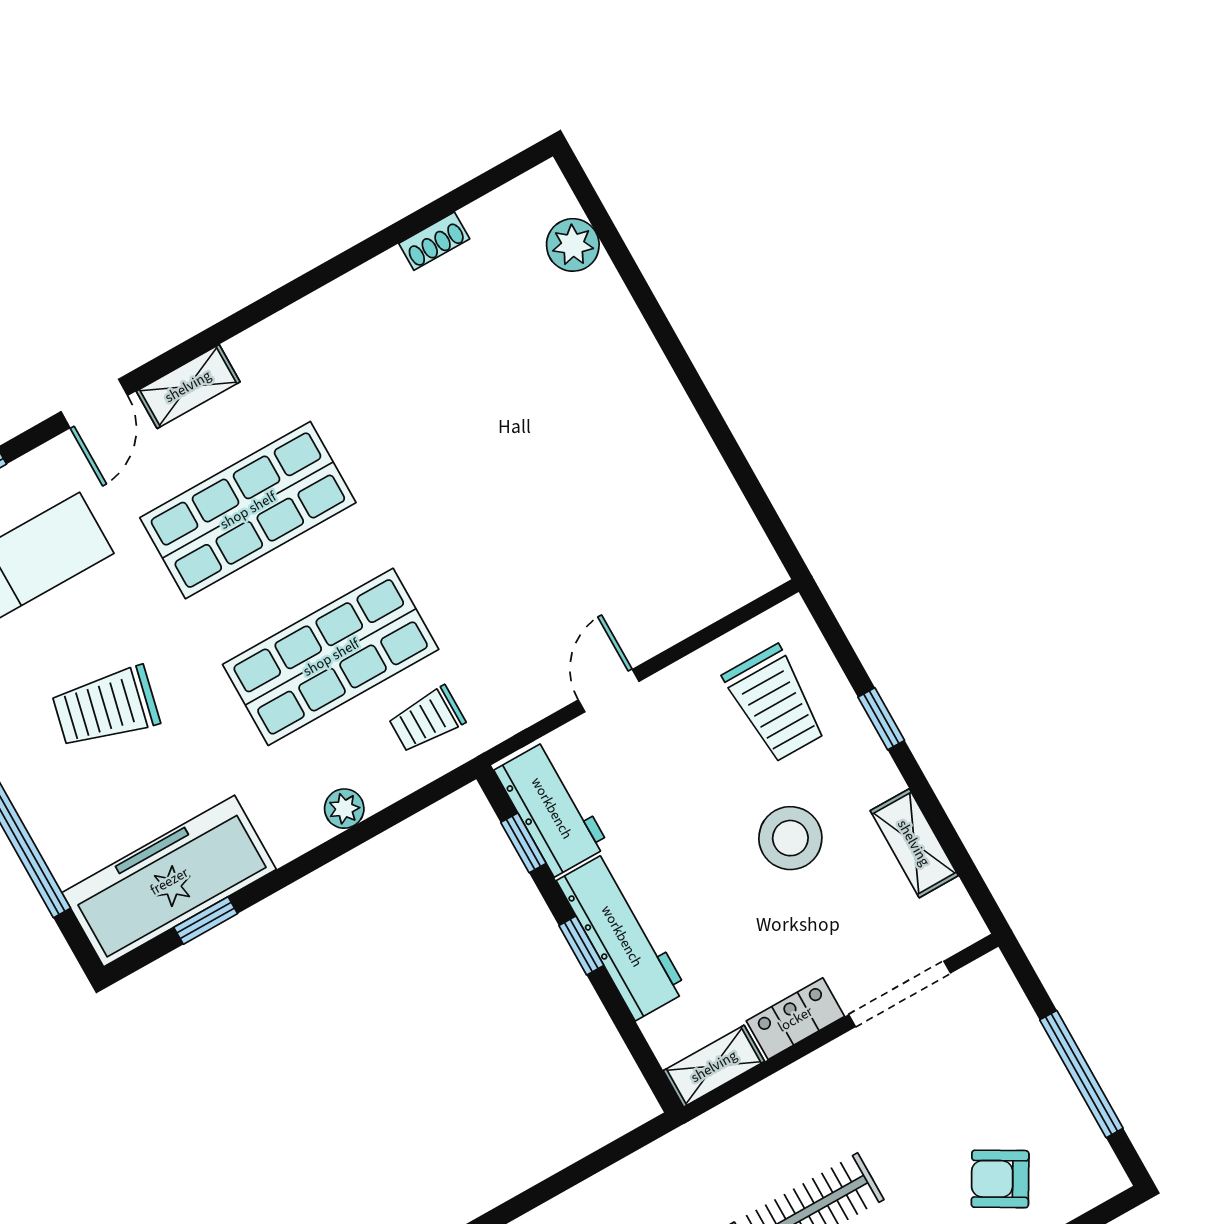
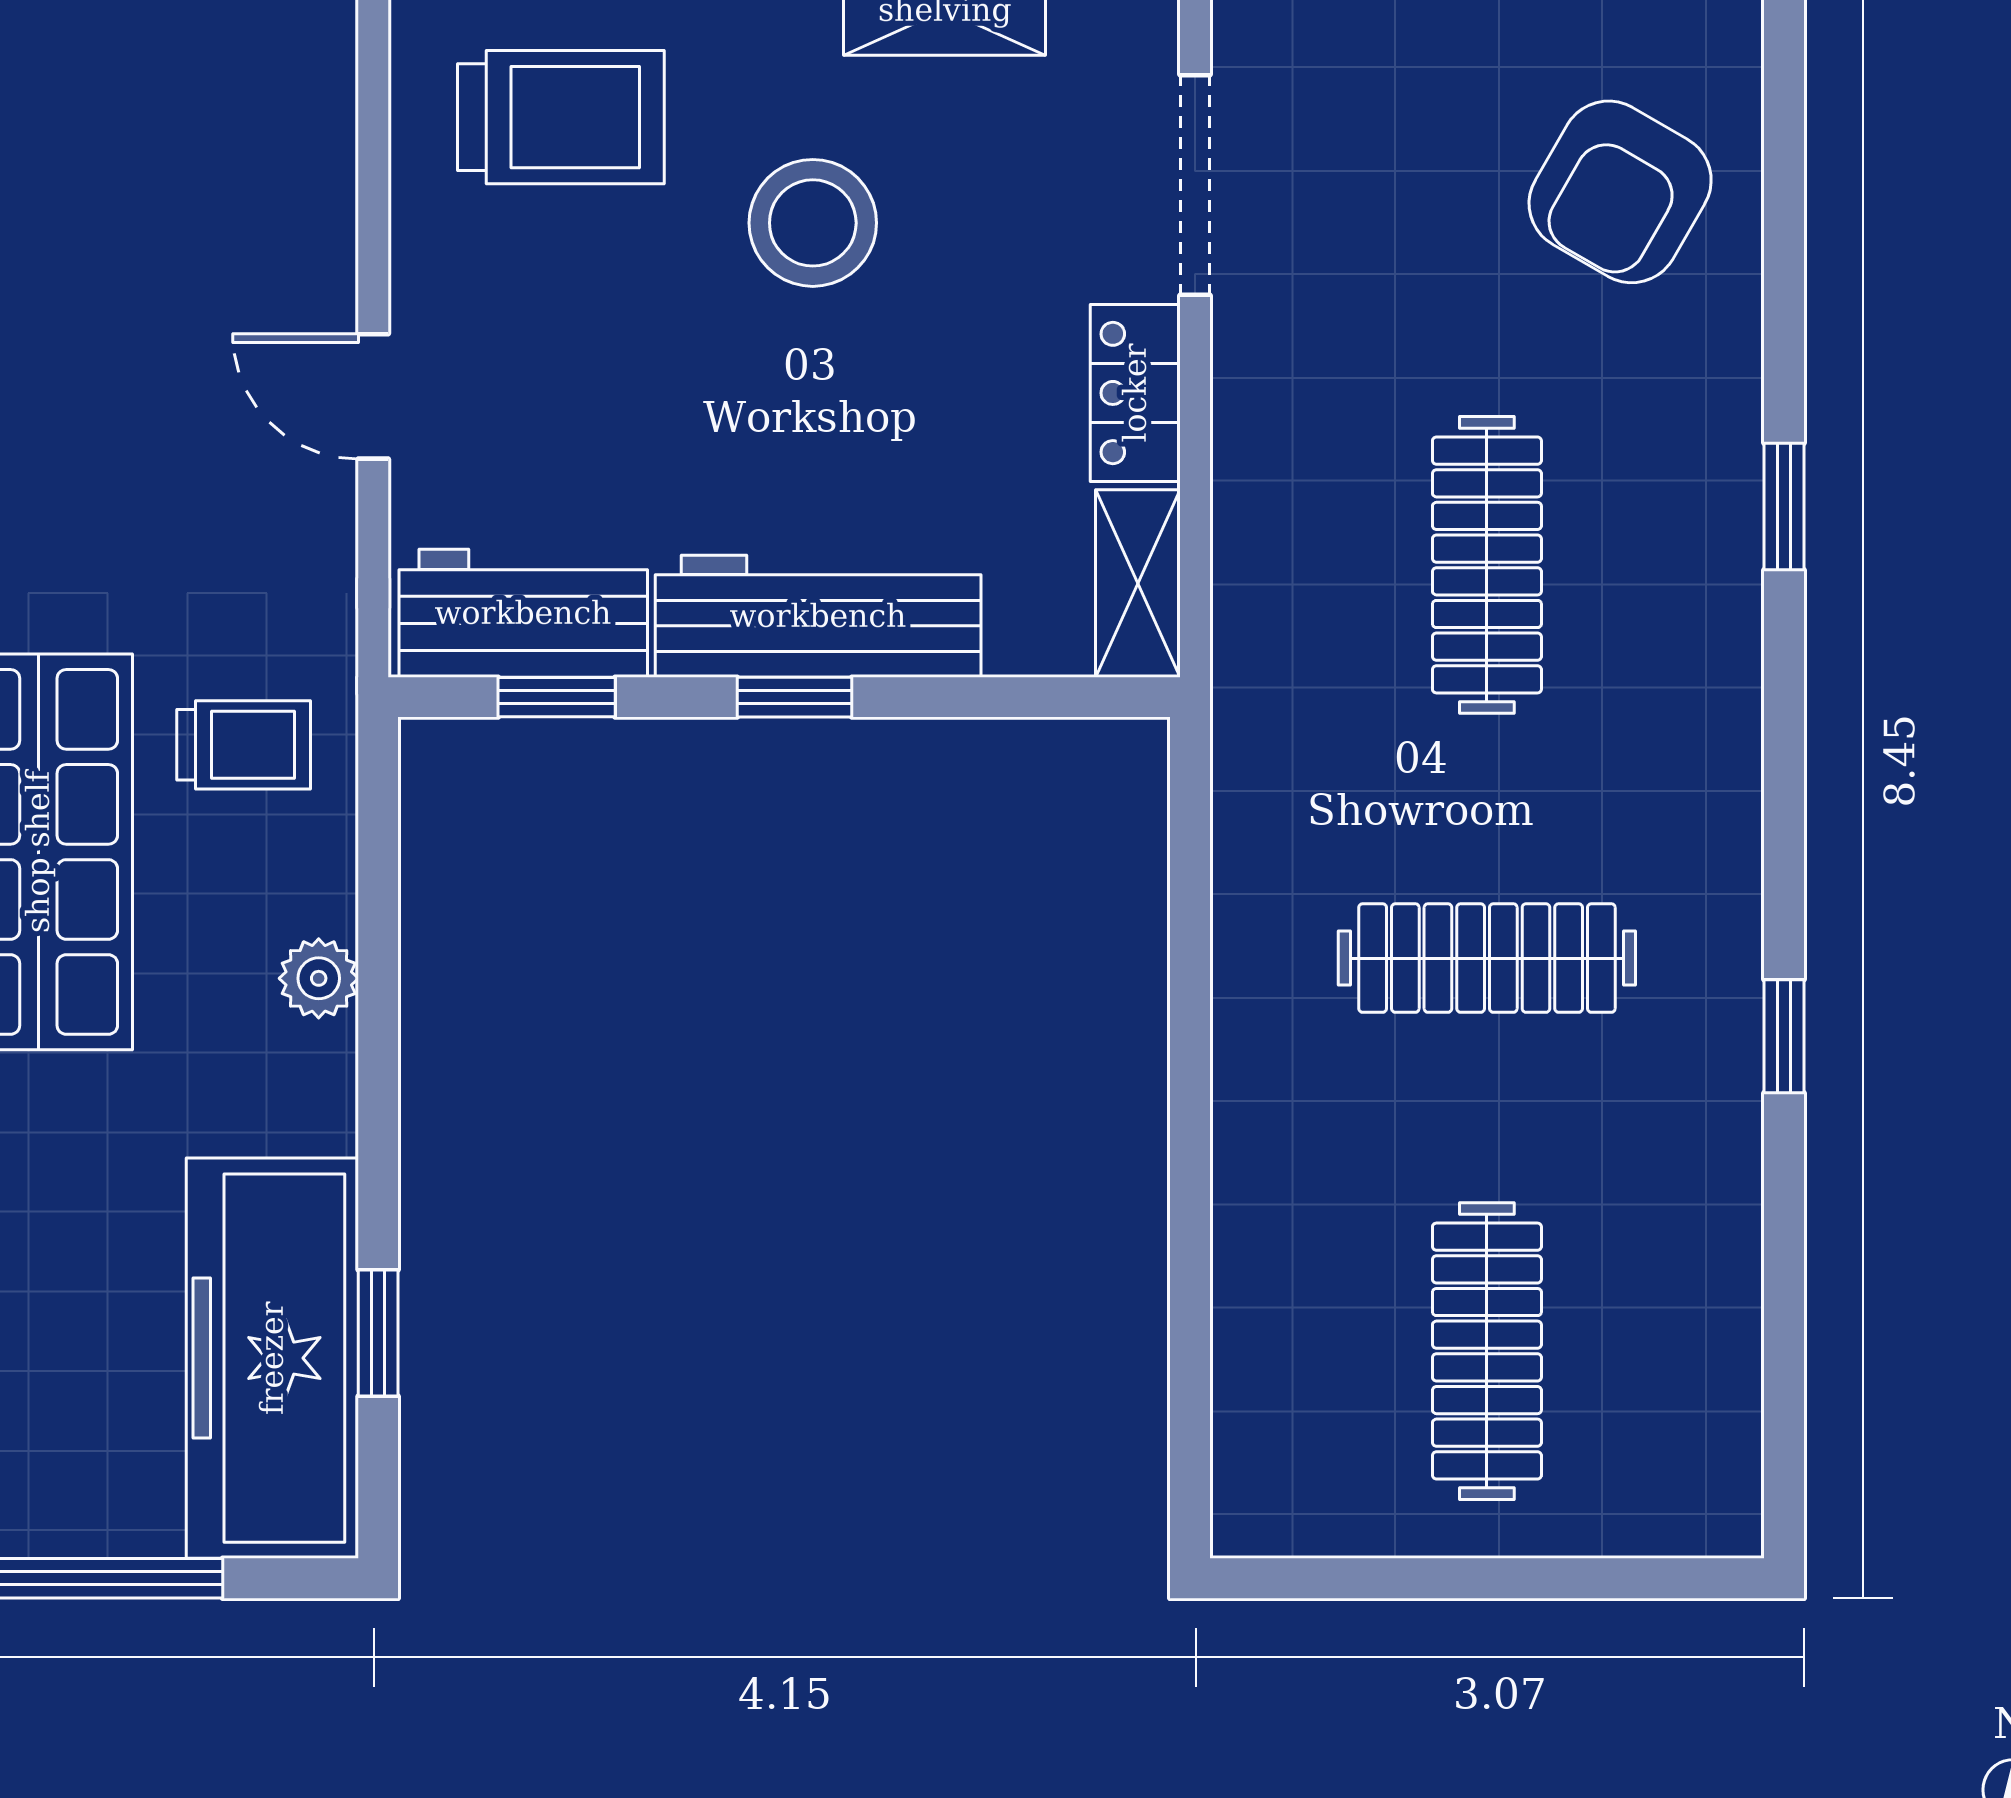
trolley: (427, 719) -> (244, 745), turned -90
armchair: (1000, 1179) -> (1620, 192), width x1.38, depth x1.38

